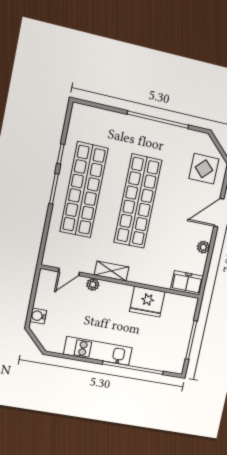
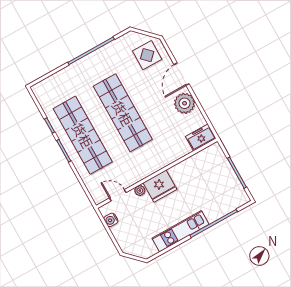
plant: (203, 247) -> (185, 103), width x1.88, depth x1.88
shelving: (112, 271) -> (144, 172), removed
door: (69, 272) -> (118, 195), swing flipped
fridge: (147, 302) -> (160, 186), moved
water cooler: (38, 316) -> (111, 220), moved

